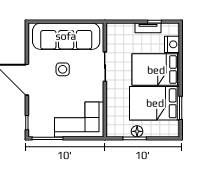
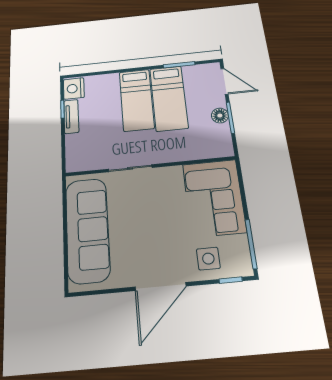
nightstand: (172, 44) -> (74, 89), moved, turned -90
side table: (63, 69) -> (208, 259), moved
bed: (156, 70) -> (137, 100), width x0.67
bed: (155, 103) -> (169, 98), width x0.67
door: (163, 138) -> (224, 81), added

